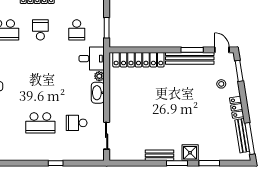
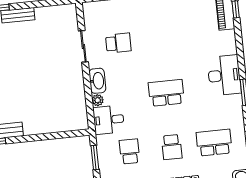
locker: (138, 60) -> (54, 124), removed
school desk: (40, 123) -> (166, 93), moved
sliding door: (107, 136) -> (83, 46), moved

